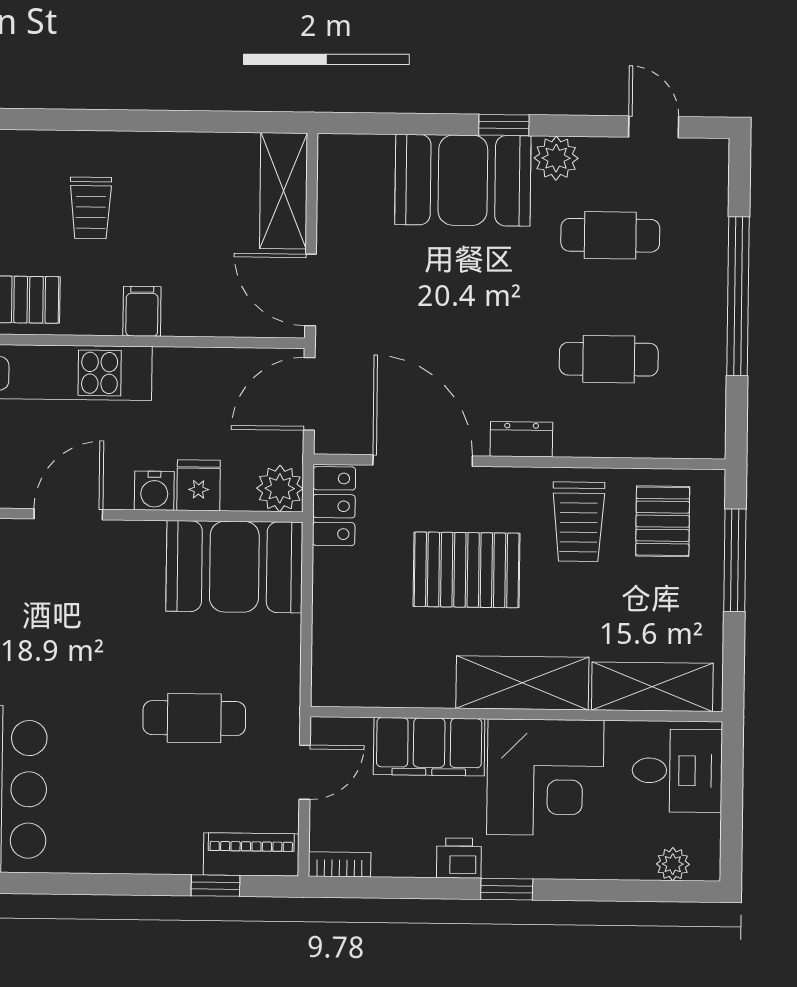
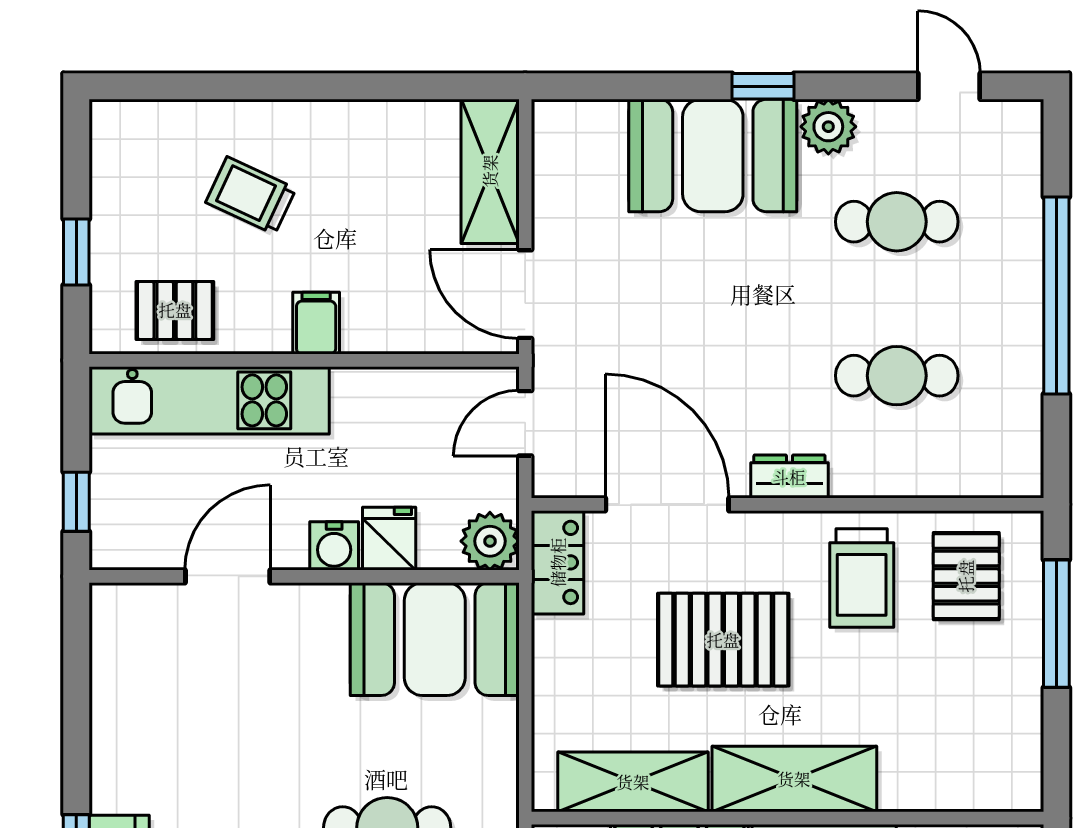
trolley: (91, 208) -> (251, 195), turned 115
door: (309, 394) -> (525, 423), width x0.73
shelving: (652, 687) -> (633, 782), moved

